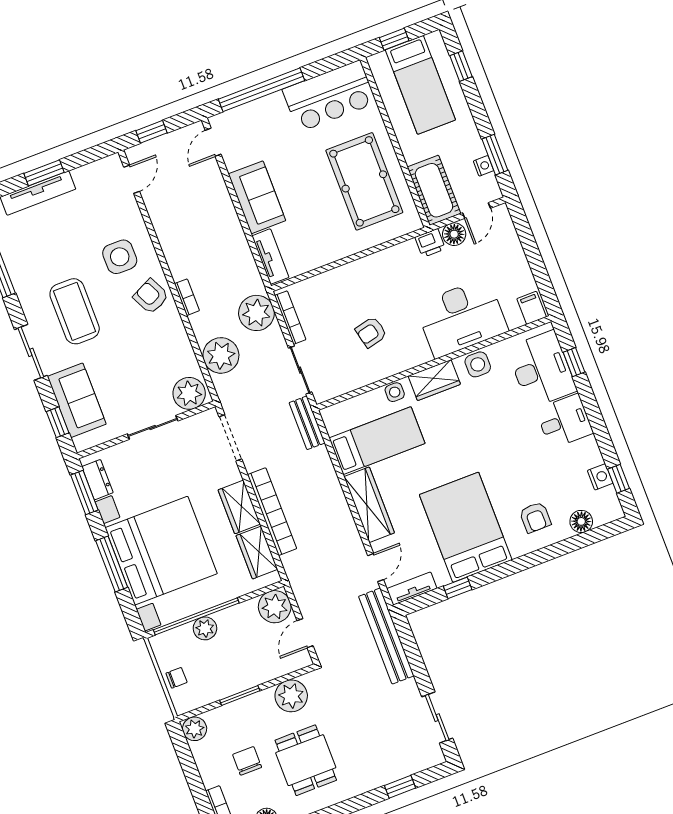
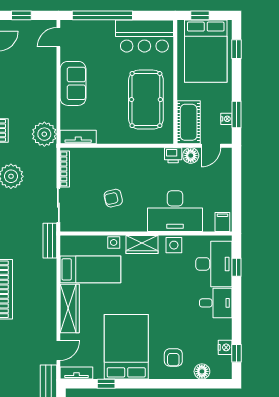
bed: (420, 85) -> (206, 51), width x1.50
tv unit: (270, 257) -> (78, 137), moved, turned -90
plant: (256, 313) -> (44, 134), moved

